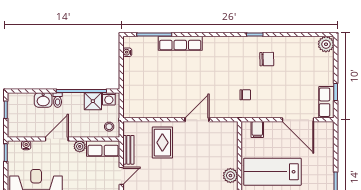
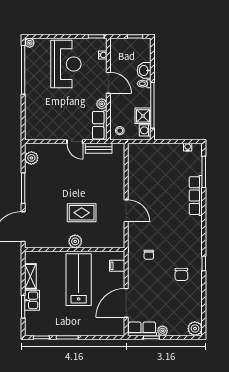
plant: (328, 80) -> (163, 331), added
rug: (162, 143) -> (82, 213), moved

